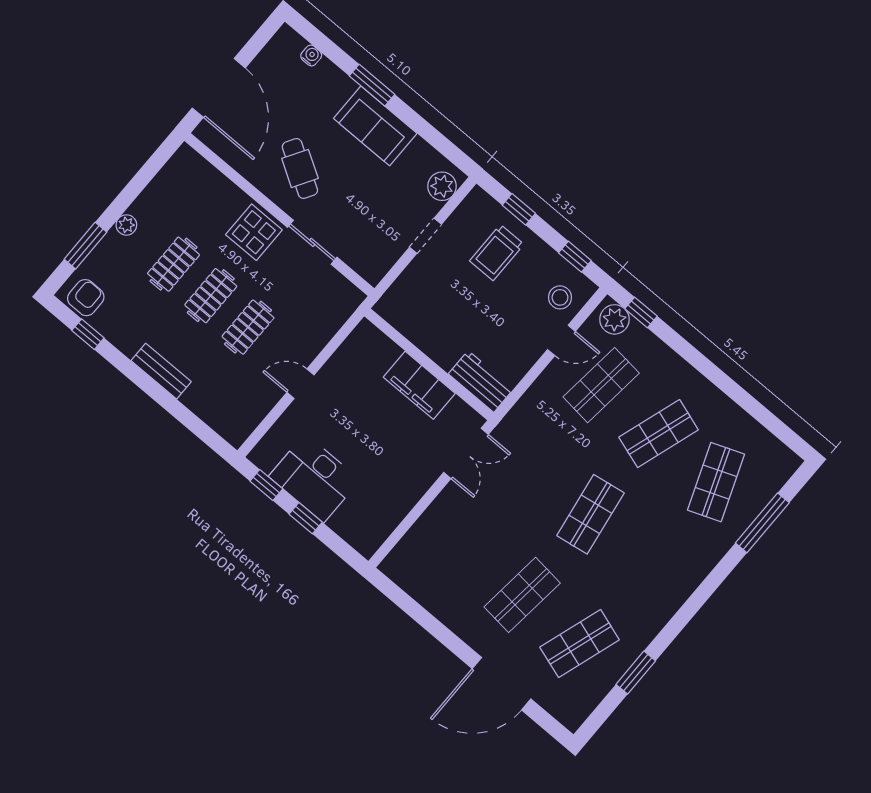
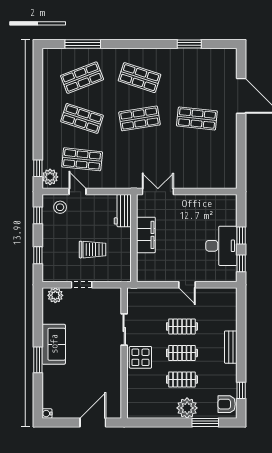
water cooler: (311, 56) -> (47, 414), moved
door: (219, 88) -> (93, 423), width x0.73
cafe table: (300, 168) -> (98, 361), removed
plant: (126, 225) -> (187, 408), width x1.88, depth x1.88
trolley: (497, 252) -> (93, 250), moved
shop shelf: (580, 643) -> (139, 78), moved

